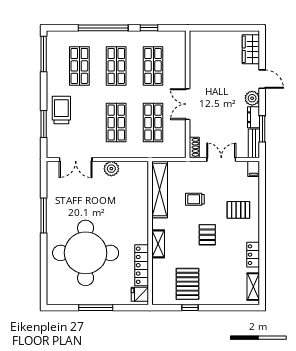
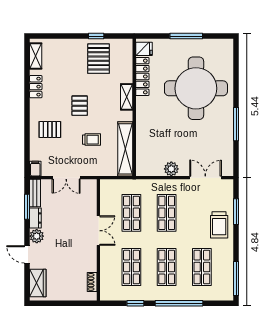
shoe rack: (194, 147) -> (92, 282), moved

